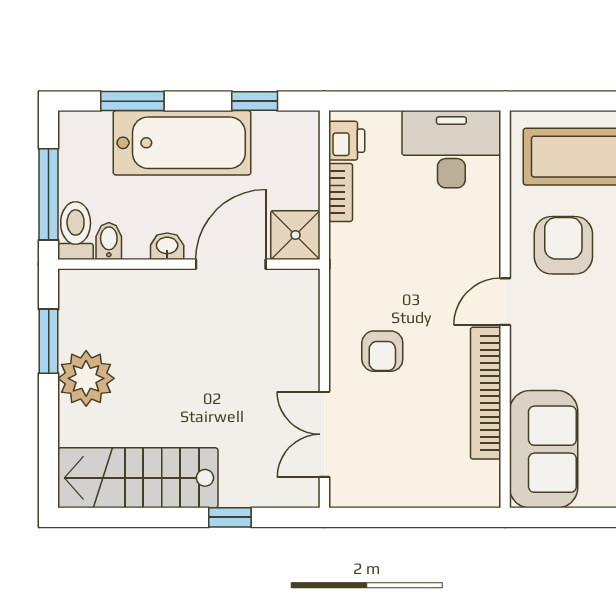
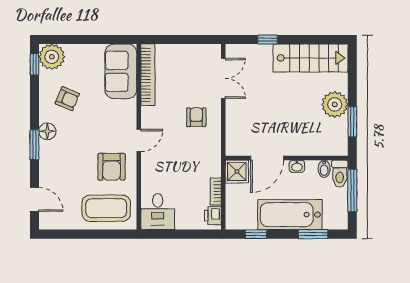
desk: (451, 149) -> (158, 212), width x0.73
bookcase: (486, 393) -> (148, 75), moved

